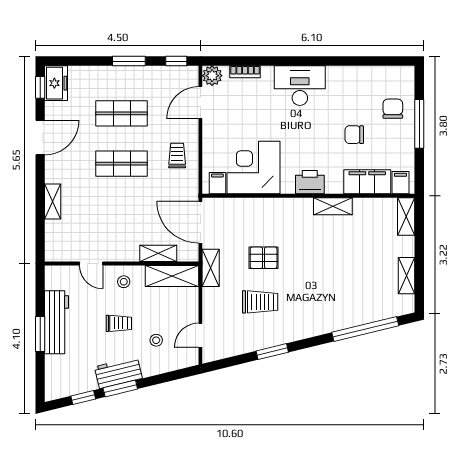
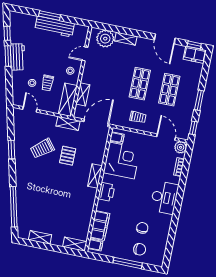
chair: (354, 135) -> (142, 228), moved
shelving: (333, 206) -> (95, 176), moved
plant: (59, 235) -> (105, 39), added
trolley: (260, 302) -> (42, 148), turned 52
trolley: (119, 323) -> (47, 83), moved

